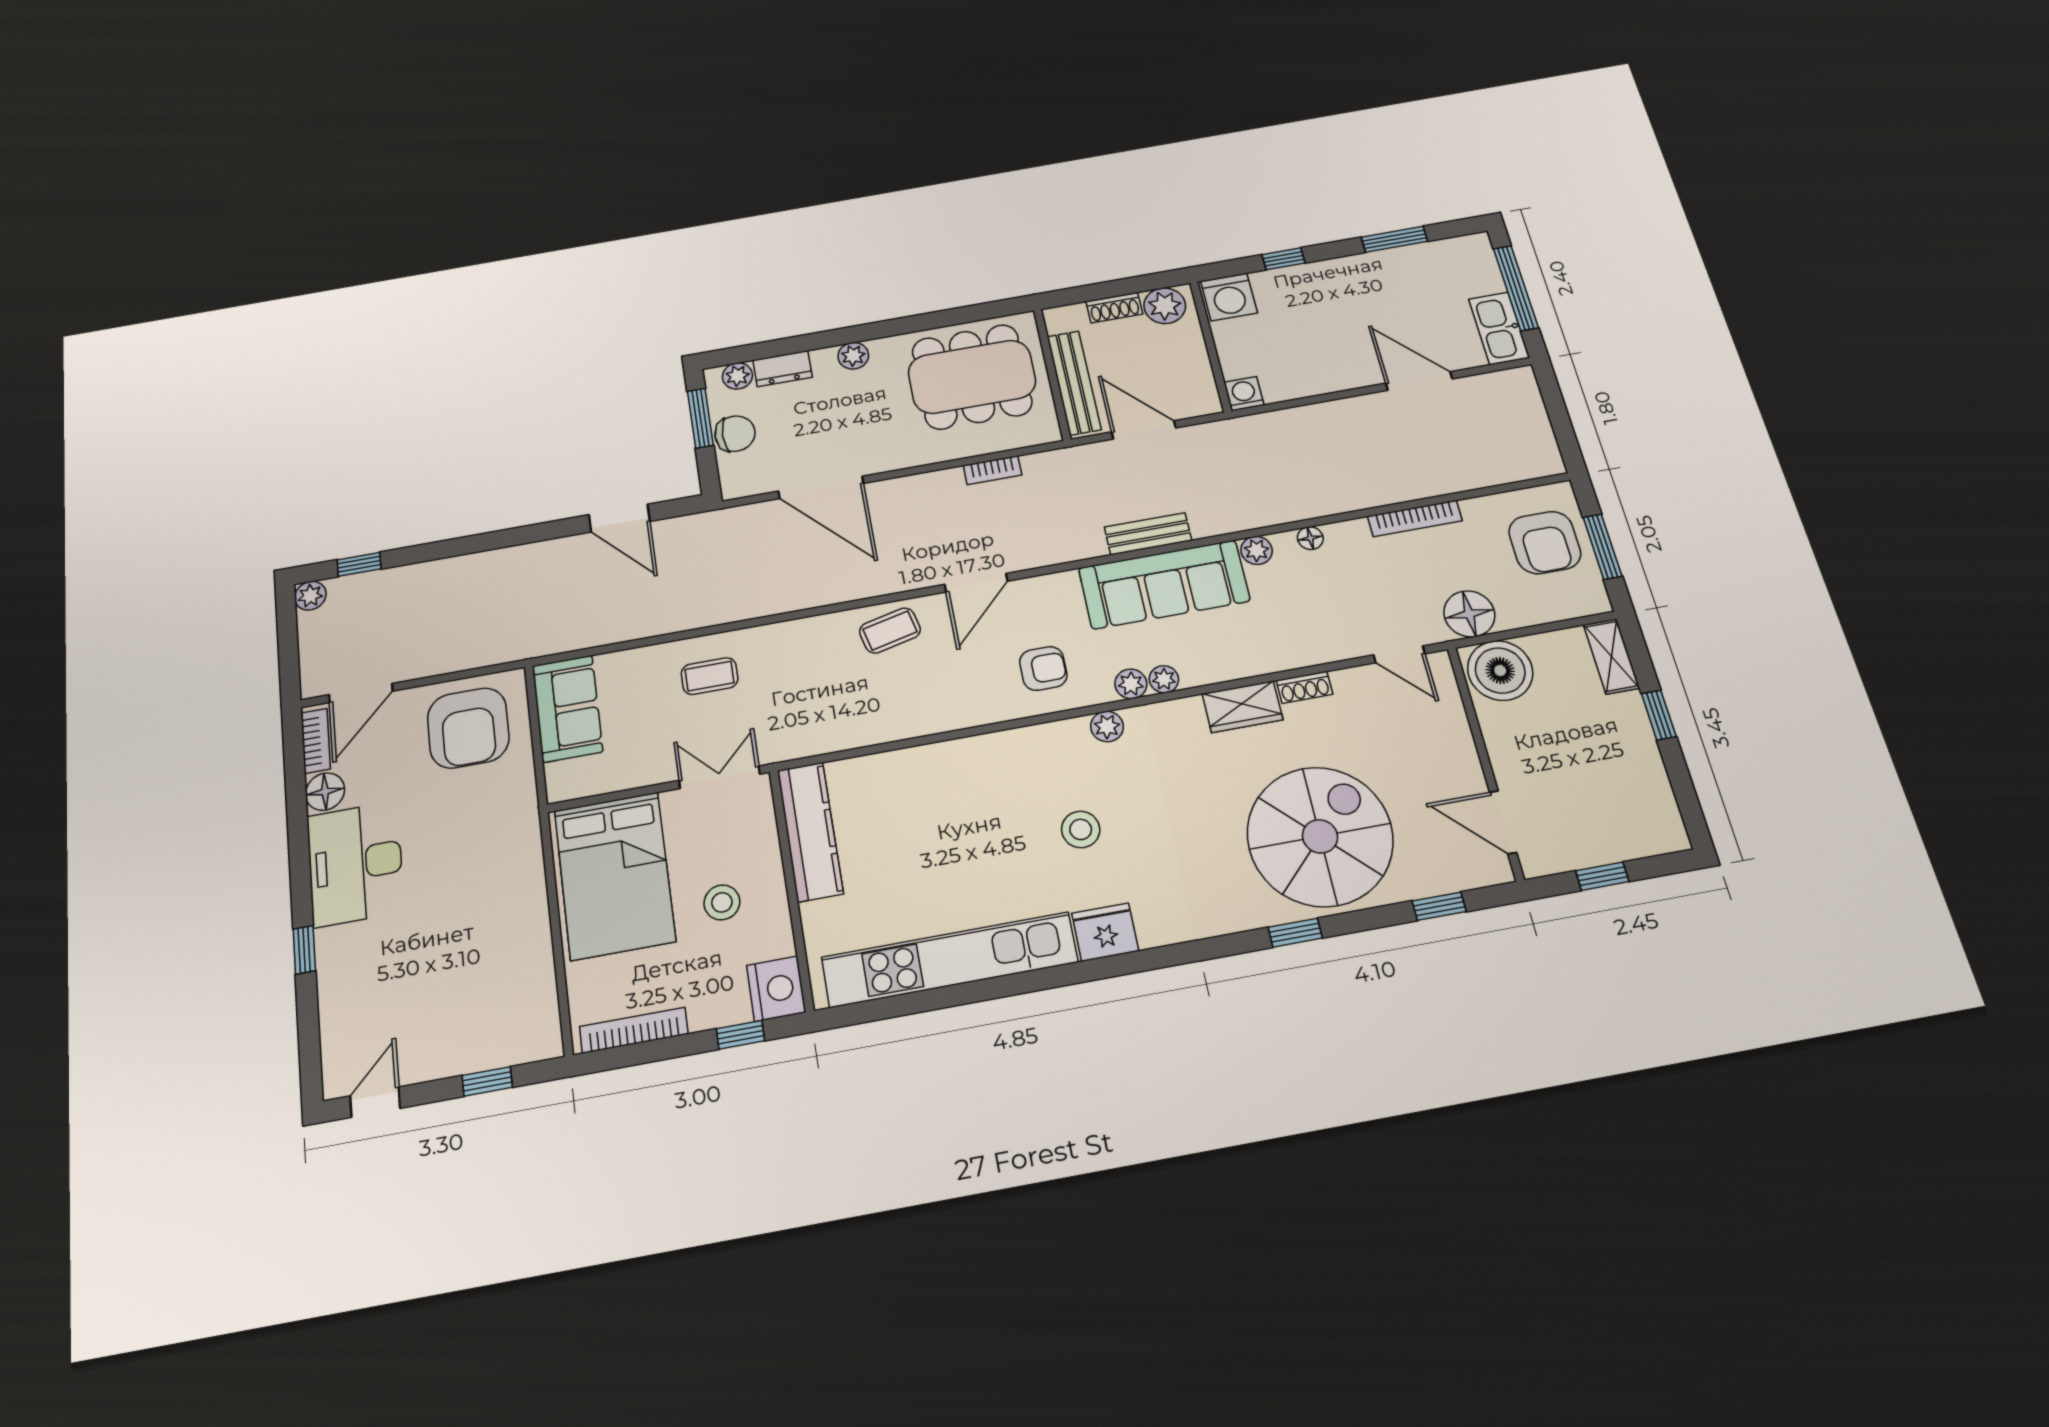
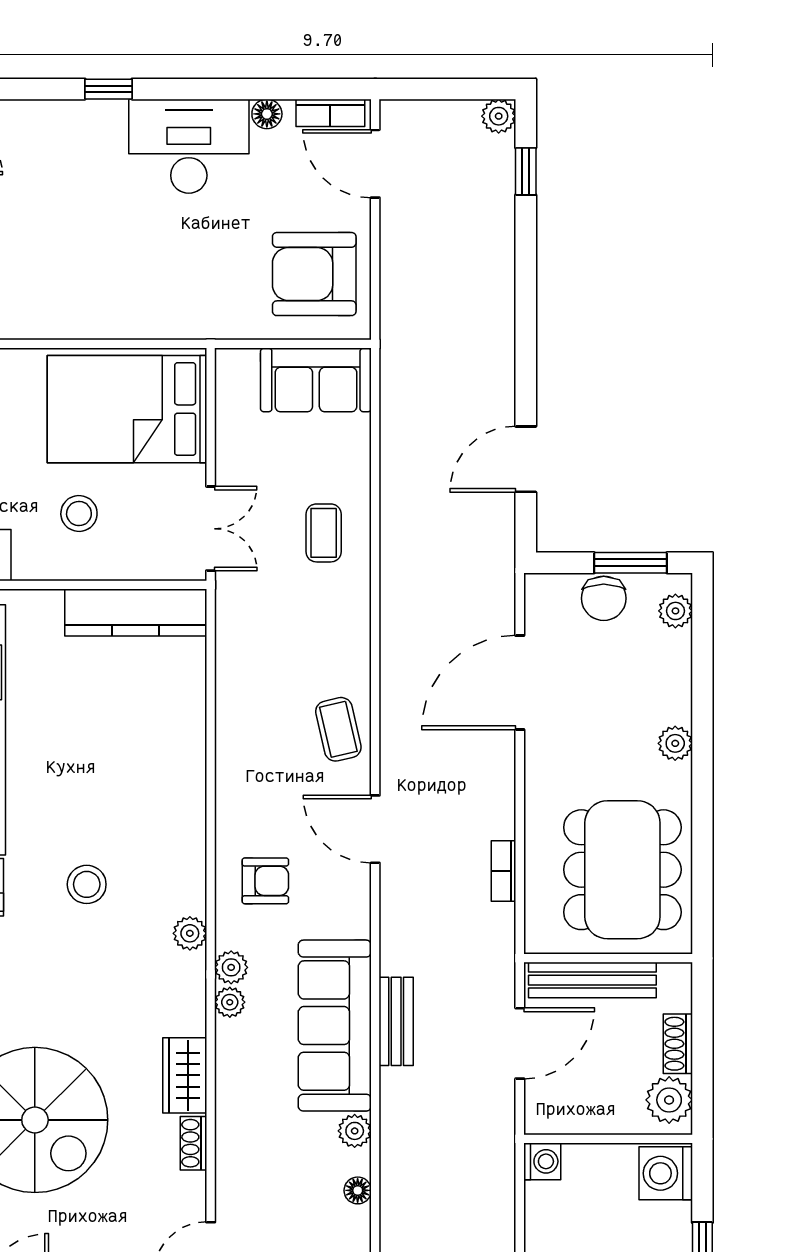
dresser: (783, 369) -> (675, 662), removed
armchair: (1043, 668) -> (265, 881), turned -90
floor lamp: (325, 792) -> (267, 114), width x0.73, depth x0.73

